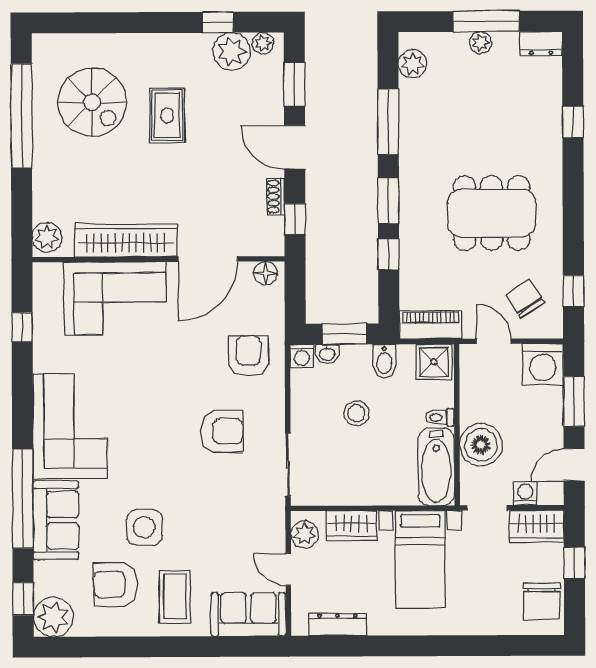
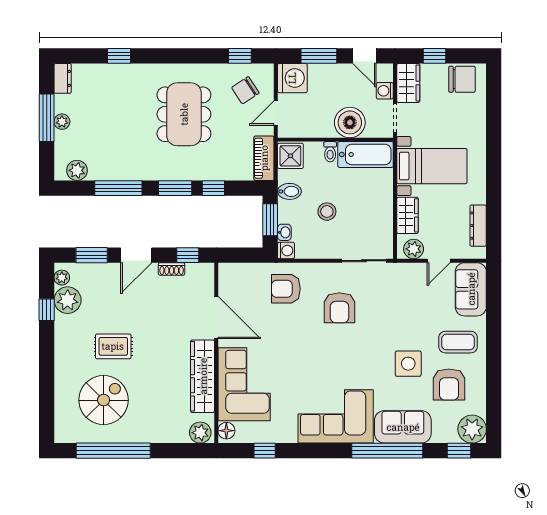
floor lamp: (265, 273) -> (226, 431), moved
armchair: (222, 431) -> (339, 308), turned 180

